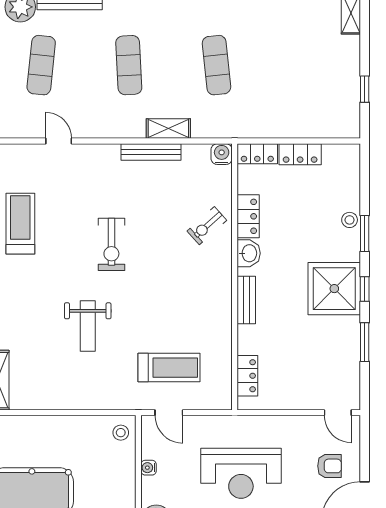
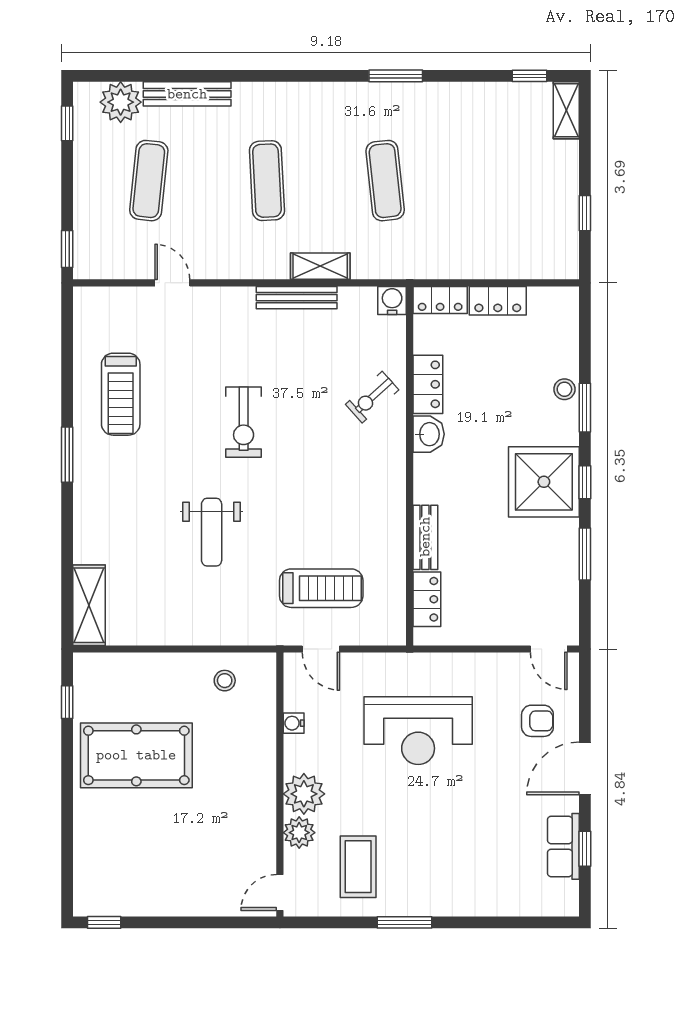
treadmill: (20, 224) -> (121, 394), turned 180
bench: (246, 300) -> (425, 537), moved
stool: (121, 433) -> (225, 681), moved

